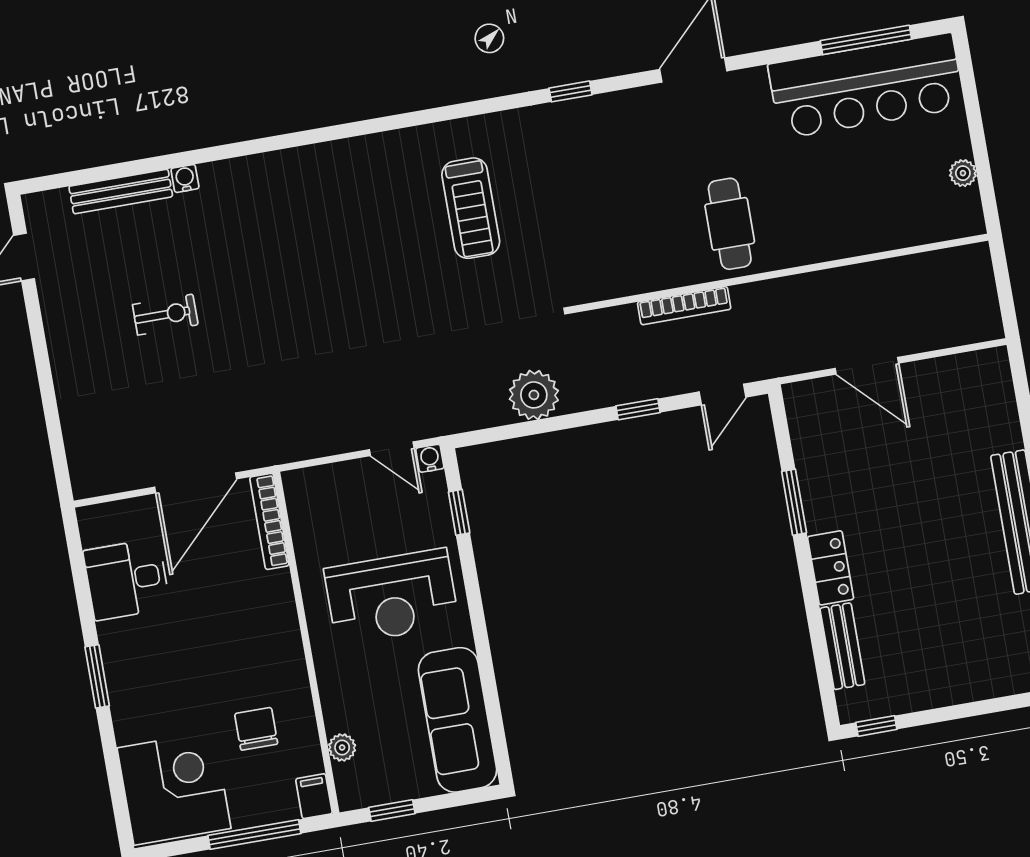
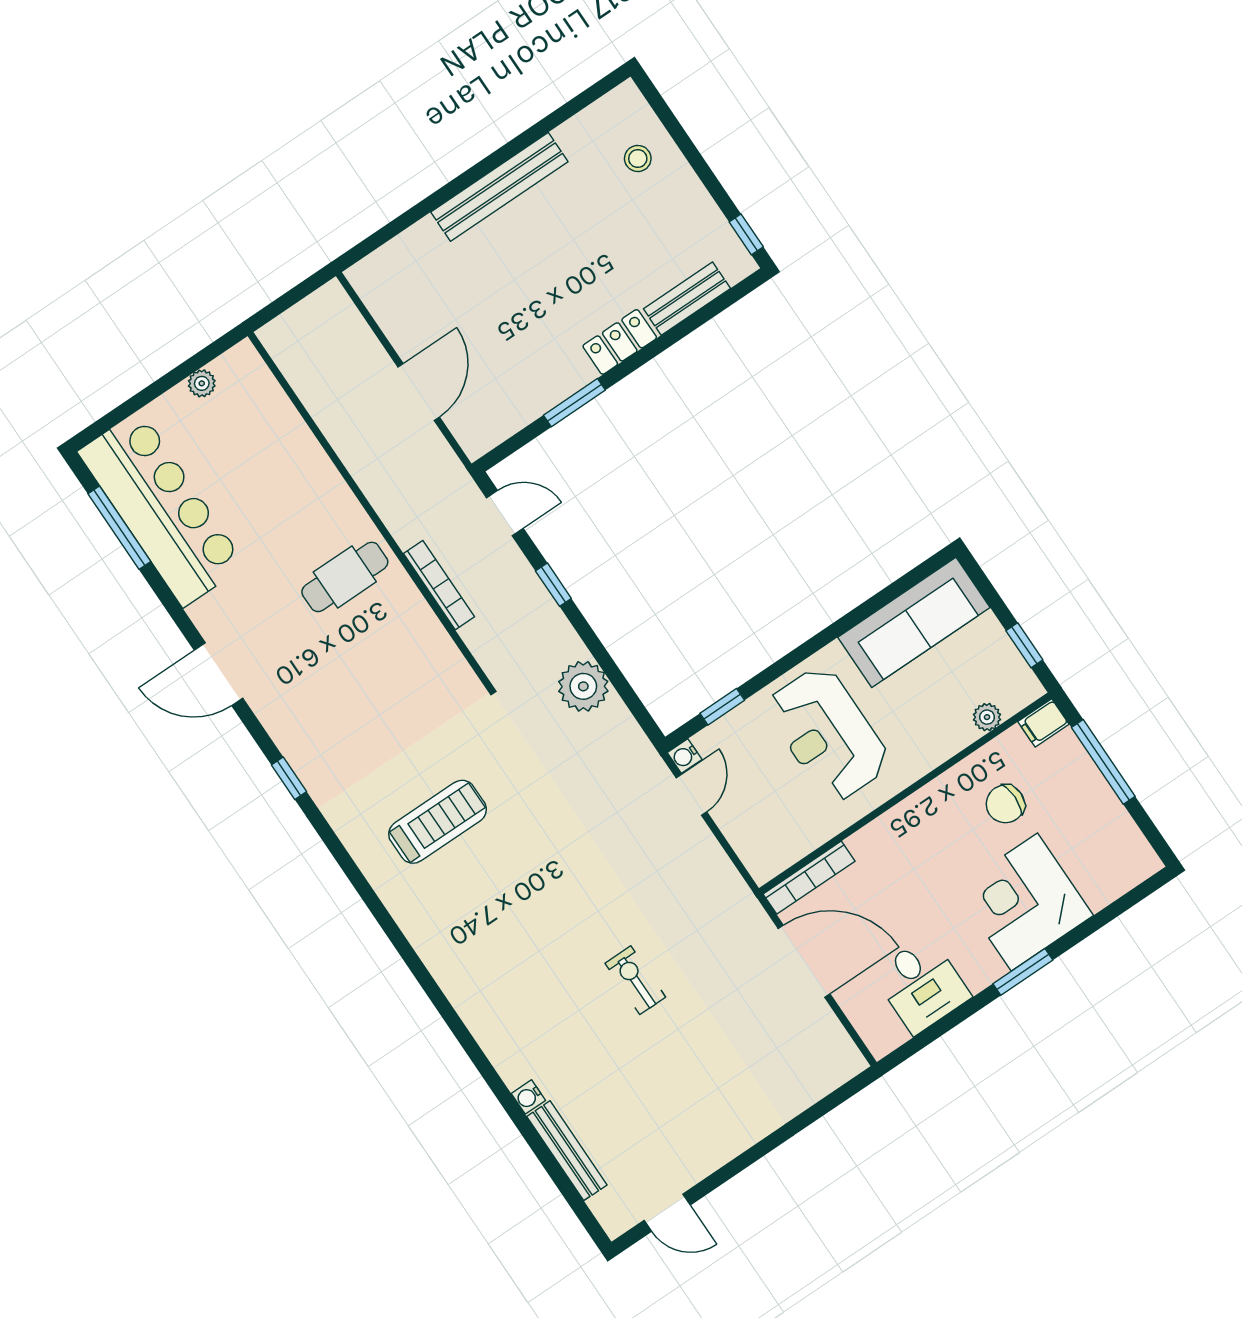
exercise bike: (165, 315) -> (635, 980), moved
reception desk: (392, 597) -> (828, 734), turned 180
stool: (989, 659) -> (638, 158), added
corner desk: (174, 788) -> (1024, 902), moved

